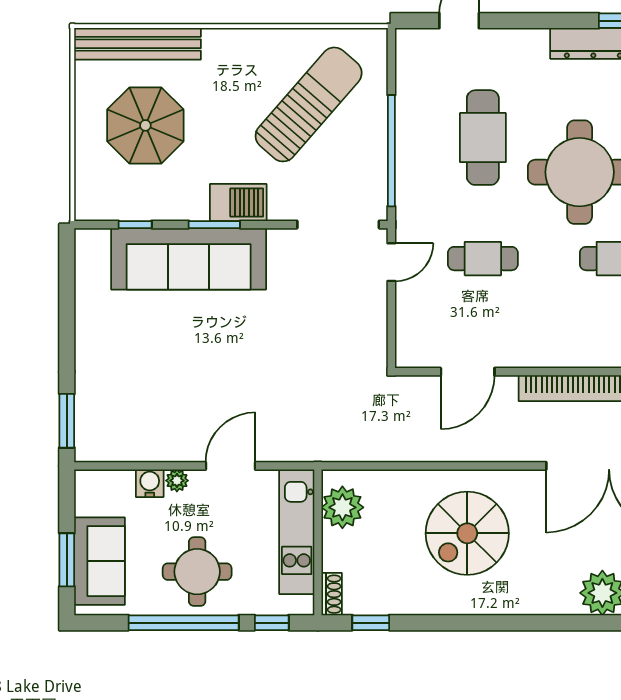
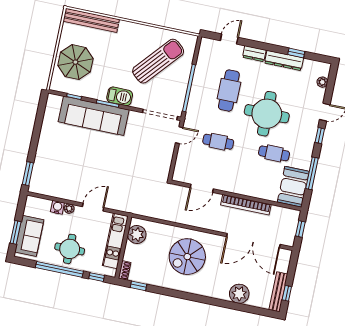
dresser: (523, 42) -> (254, 54), added
parasol: (145, 125) -> (75, 62), moved

